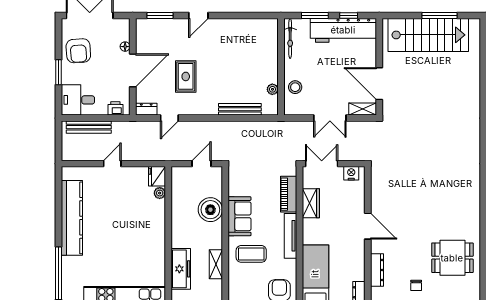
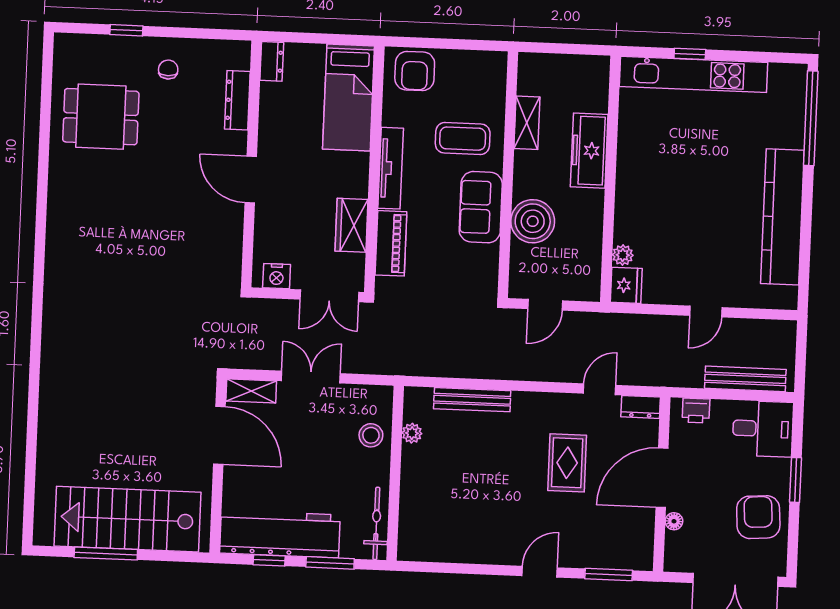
freezer: (181, 269) -> (589, 151), moved

